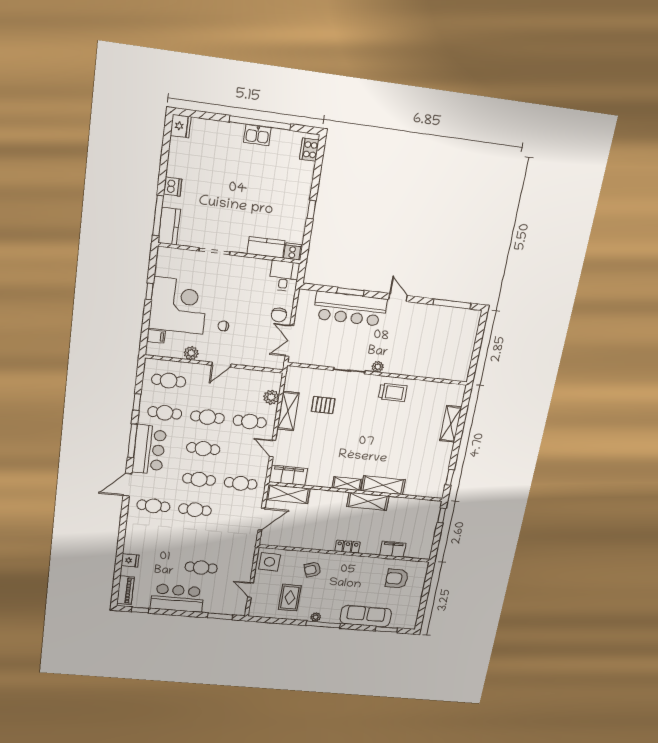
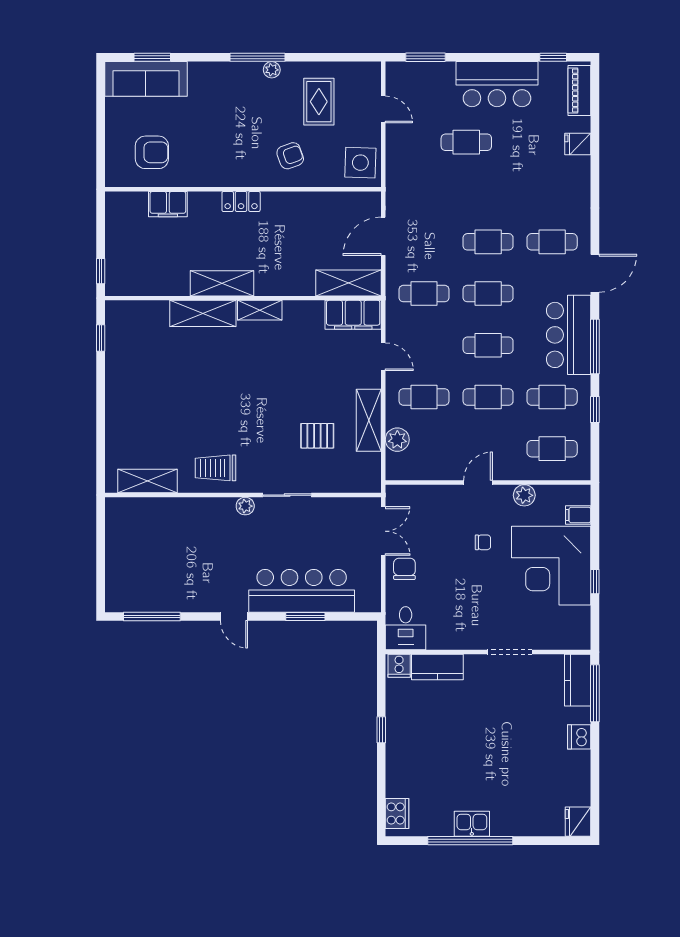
shelving: (451, 424) -> (147, 481), moved, turned 90
sofa: (366, 616) -> (146, 79), moved

